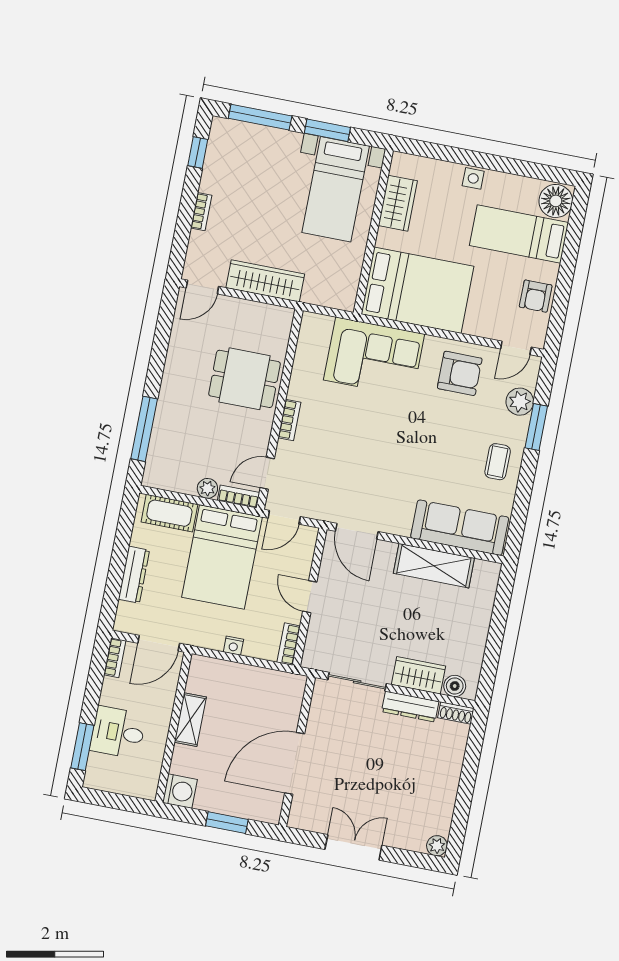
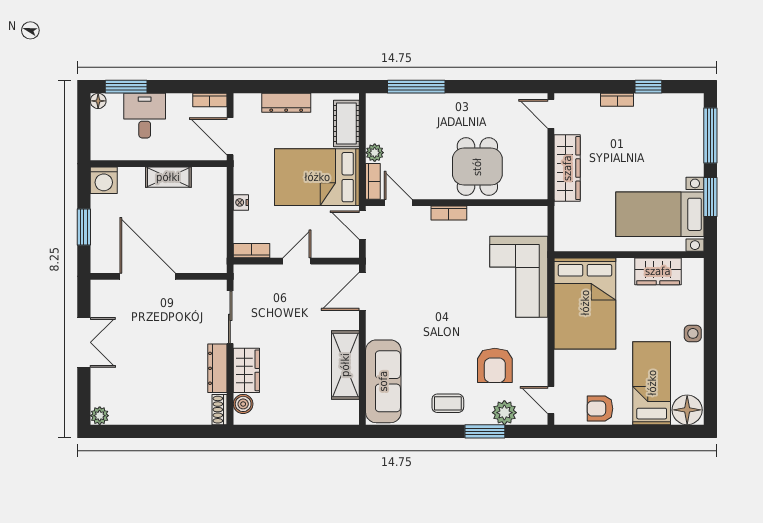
window: (198, 153) -> (648, 87), moved
armchair: (460, 373) -> (495, 365), moved
floor lamp: (92, 780) -> (98, 101), added

